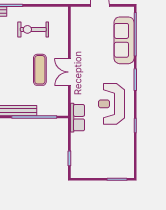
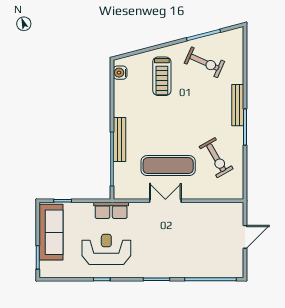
exercise bike: (33, 29) -> (216, 158), turned 150
sofa: (124, 40) -> (51, 232), moved, turned 90
exercise mat: (40, 70) -> (168, 166), width x1.36, depth x1.45
reception desk: (111, 104) -> (106, 249), moved

